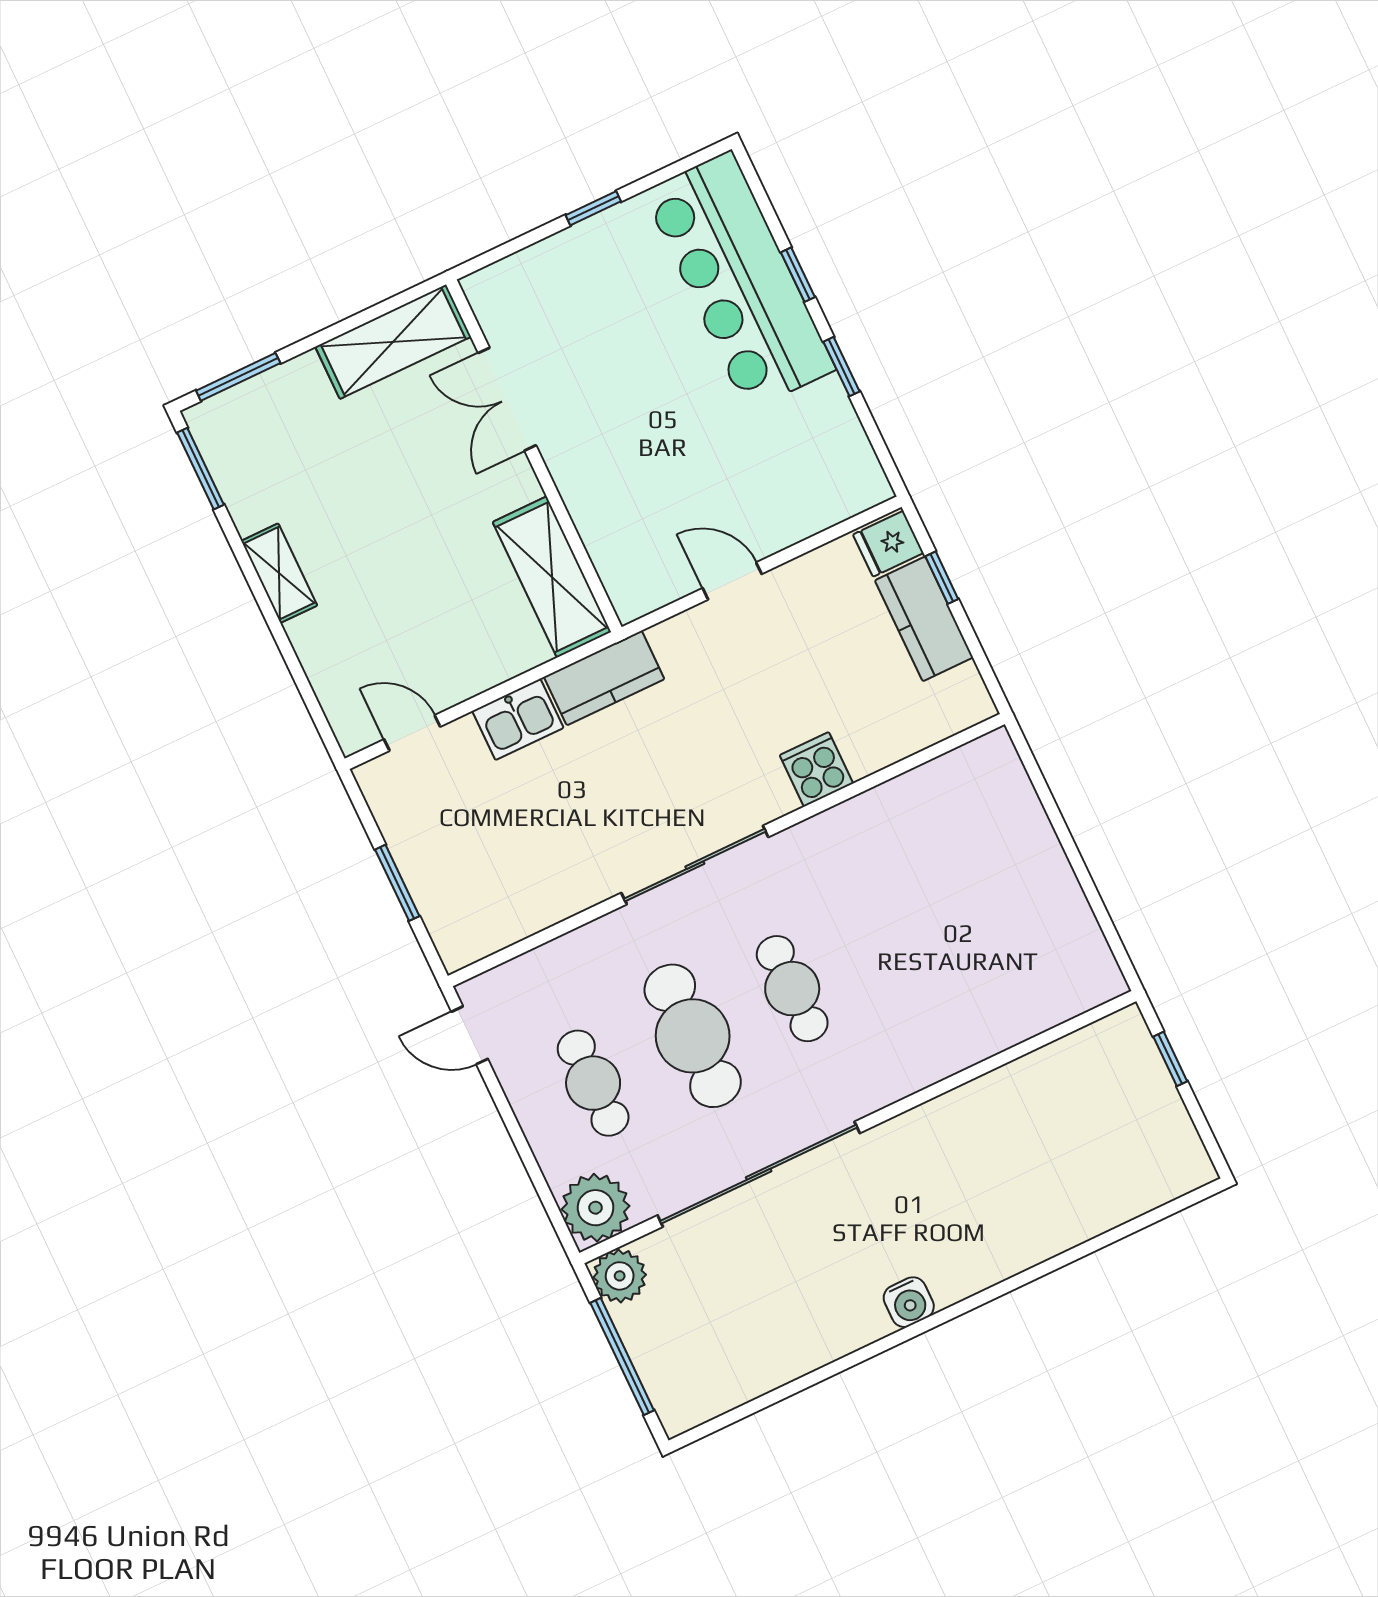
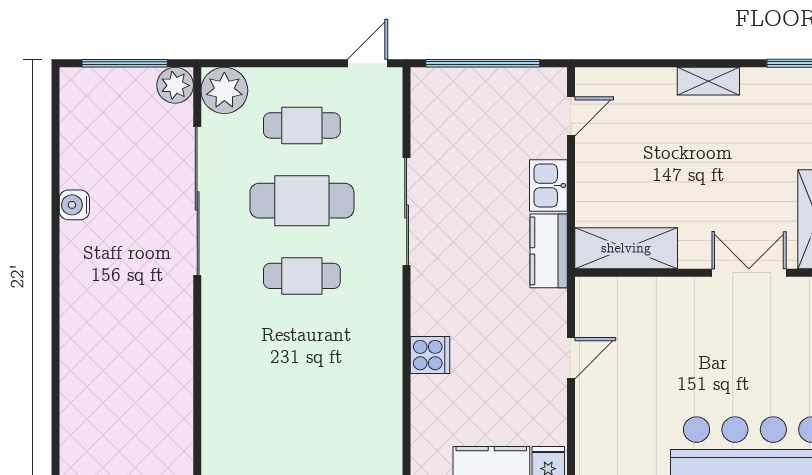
sliding door: (695, 865) -> (407, 212), moved
window: (397, 883) -> (483, 63), width x2.11
water cooler: (909, 1302) -> (74, 205), moved

